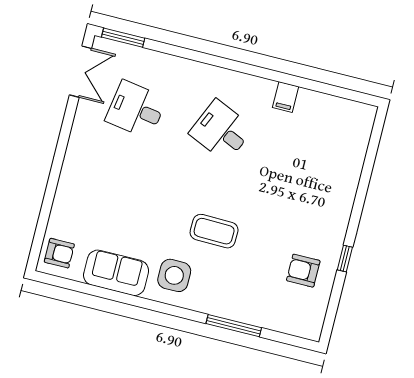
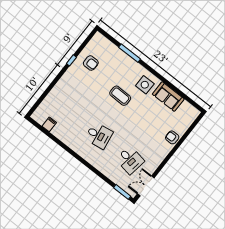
filing cabinet: (286, 97) -> (49, 124), moved
desk: (221, 131) -> (99, 136), turned -33
armchair: (59, 253) -> (172, 137), moved

